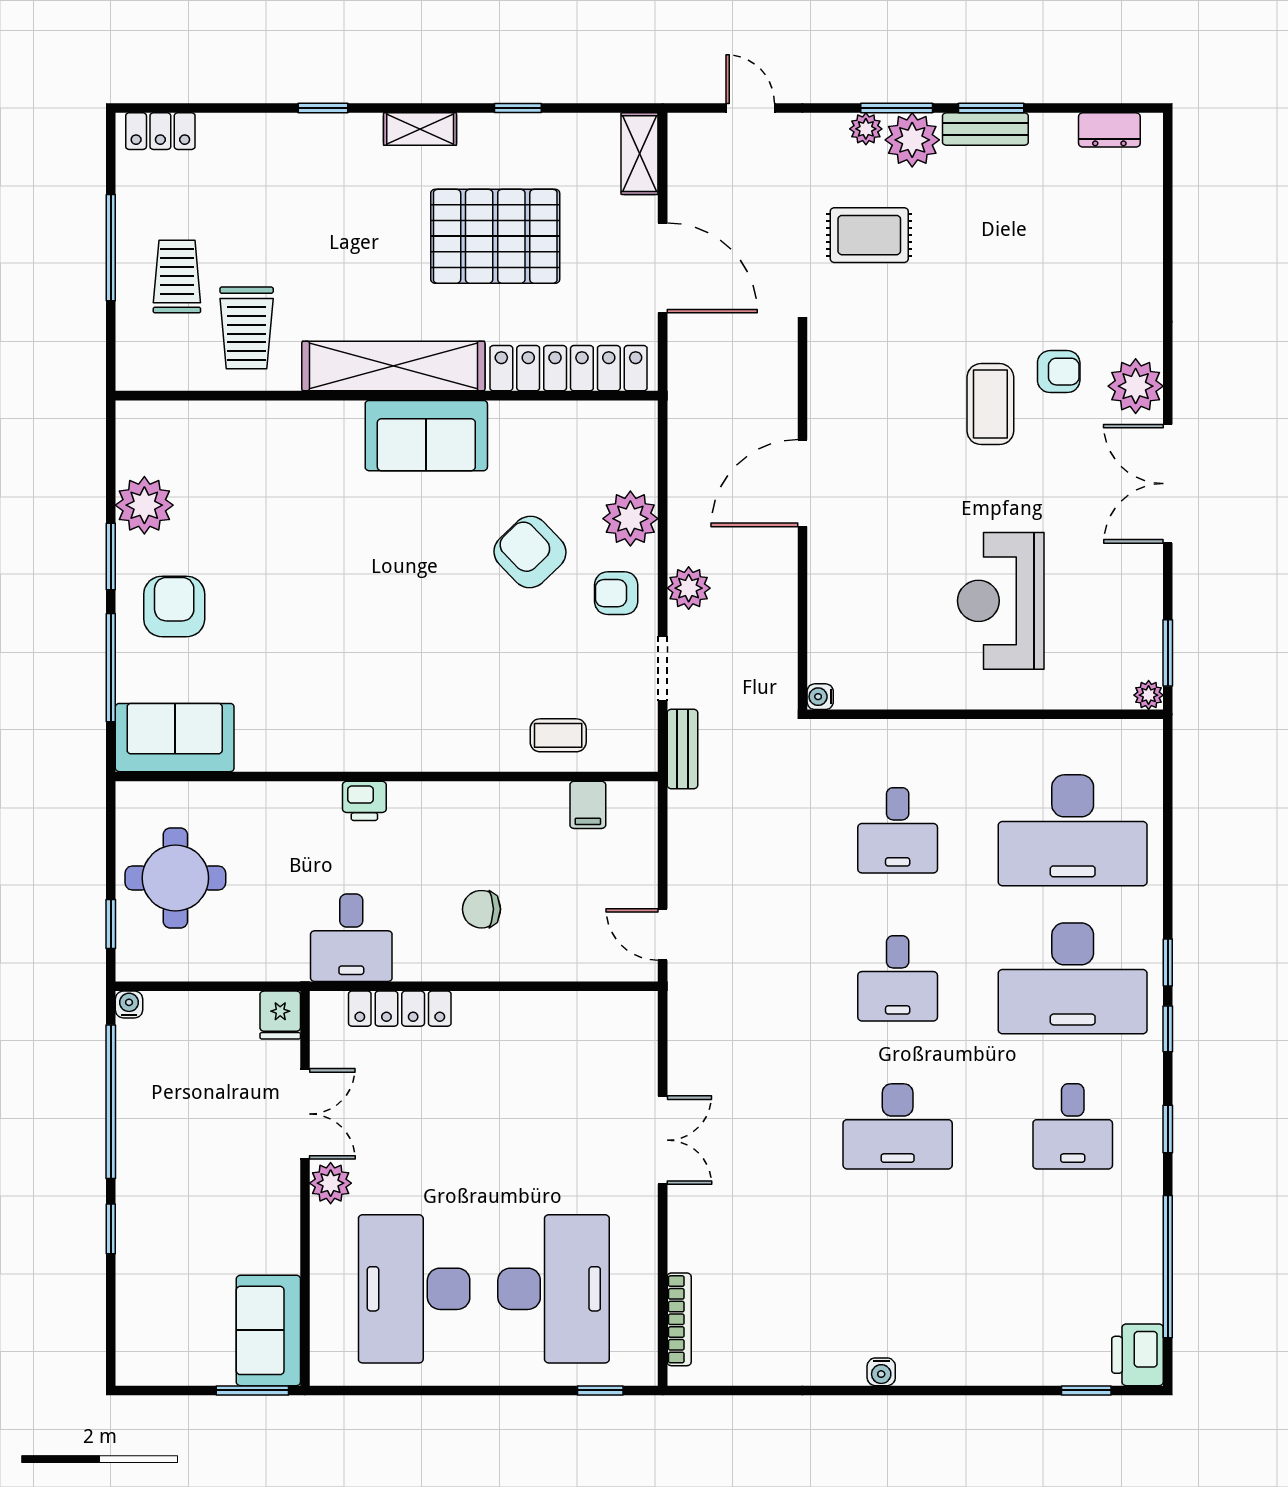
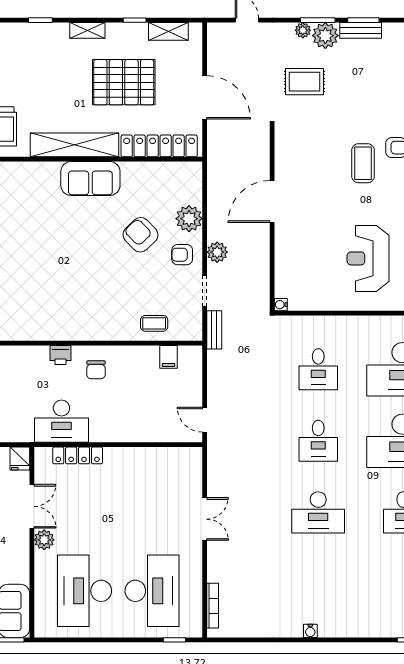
shelving: (640, 154) -> (168, 31), moved, turned 90
chair: (481, 909) -> (96, 370), moved, turned -90
desk: (351, 938) -> (61, 421), width x1.37

